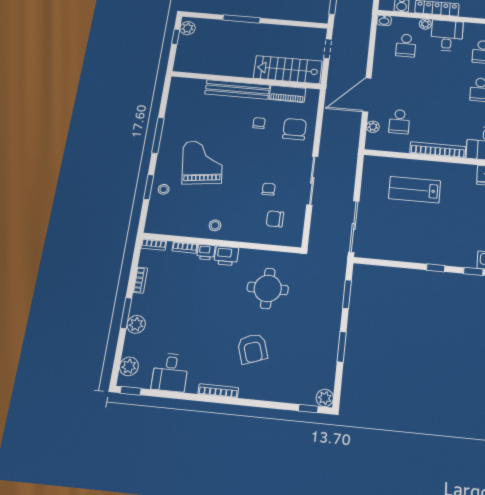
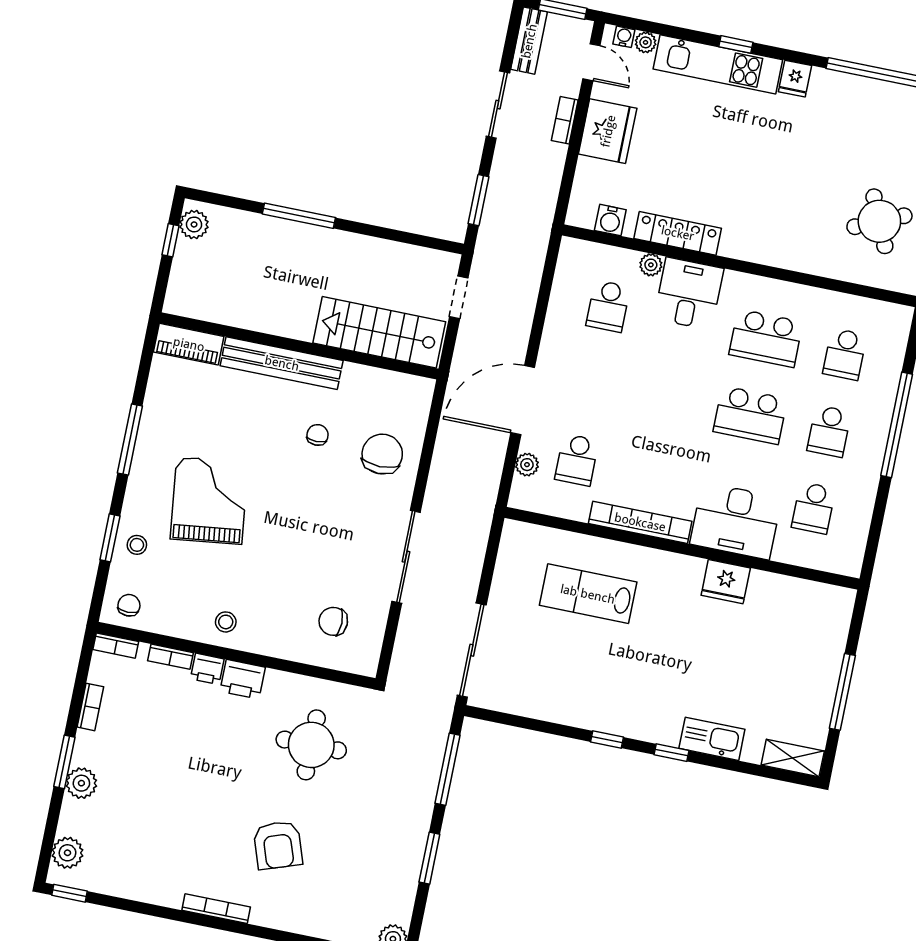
washbasin: (384, 20) -> (573, 248), removed
piano: (287, 94) -> (189, 344), moved
chair: (269, 189) -> (129, 605), moved
window: (347, 294) -> (448, 769), width x1.44
desk: (170, 372) -> (137, 870), removed

